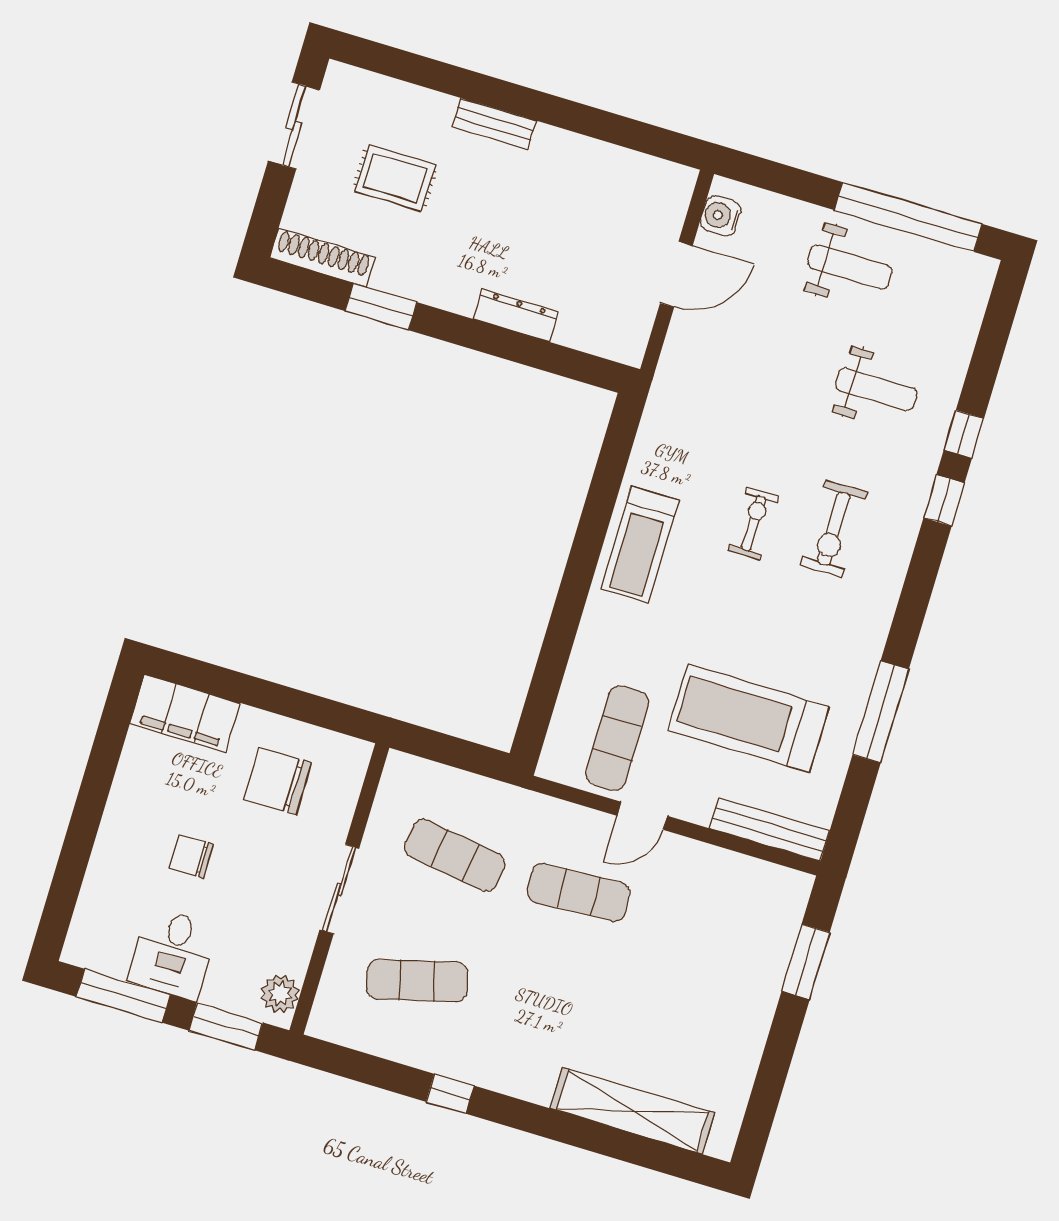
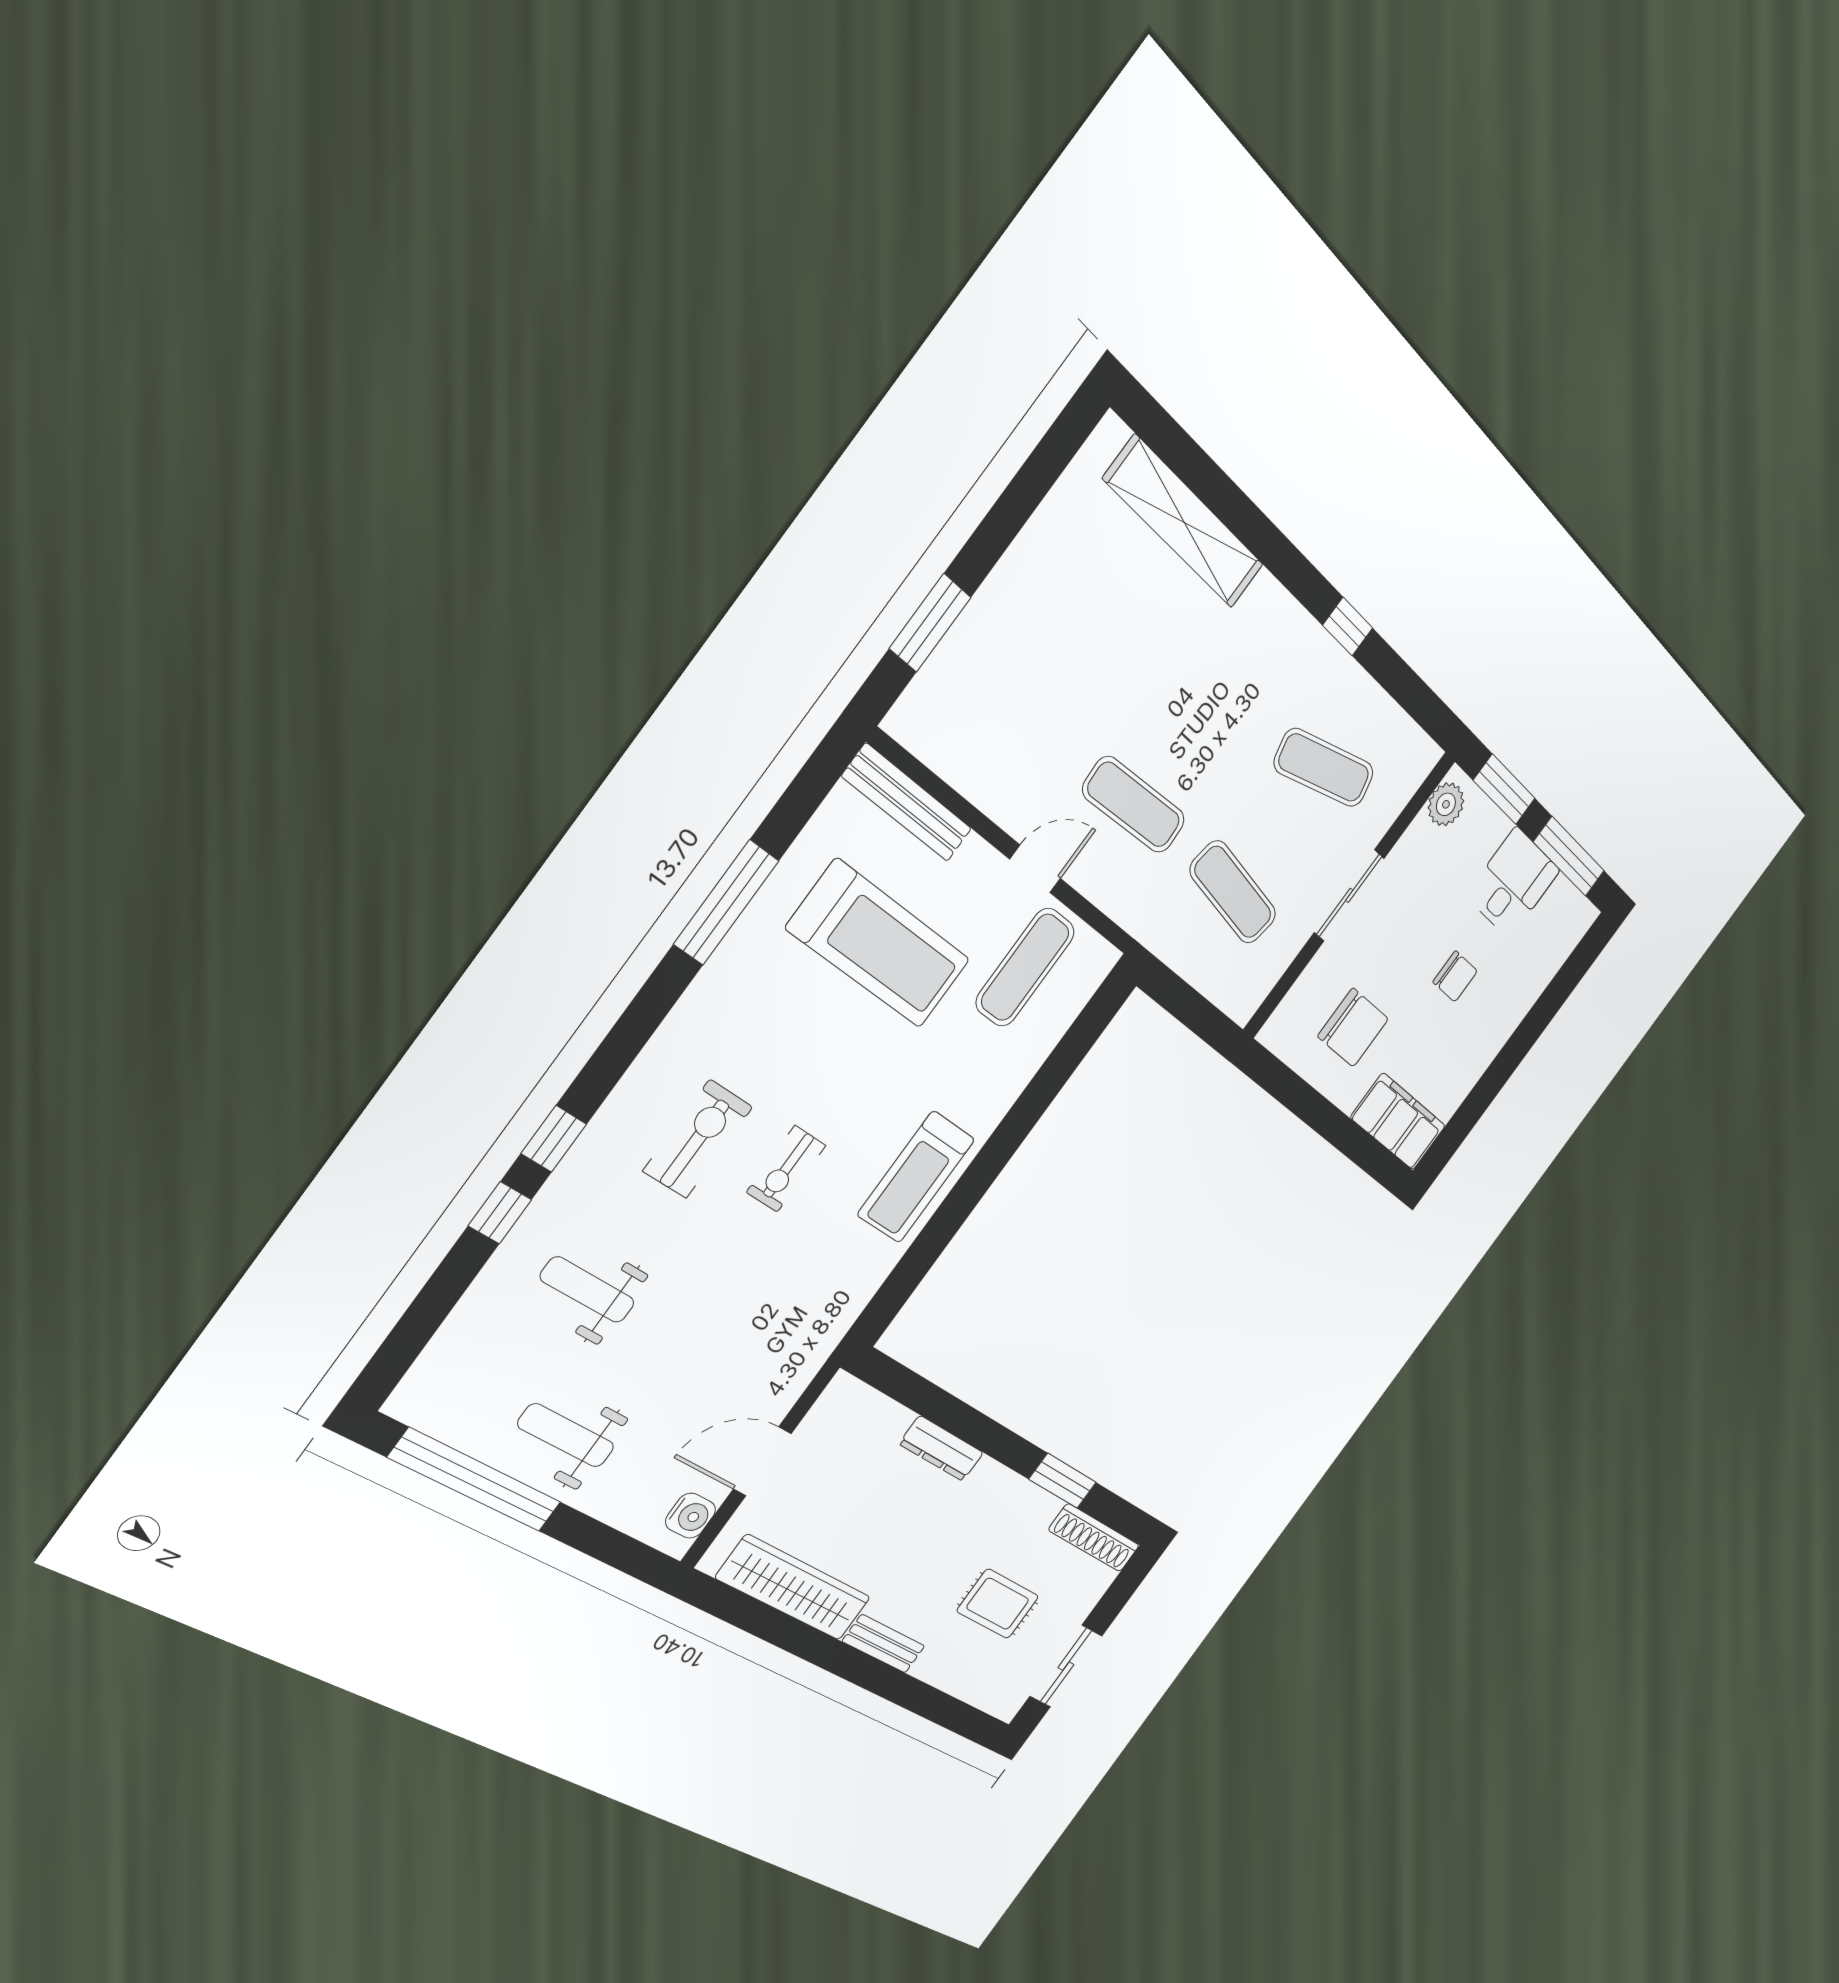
wardrobe: (602, 165) -> (794, 1588), added
treadmill: (640, 544) -> (916, 1177), turned 180

